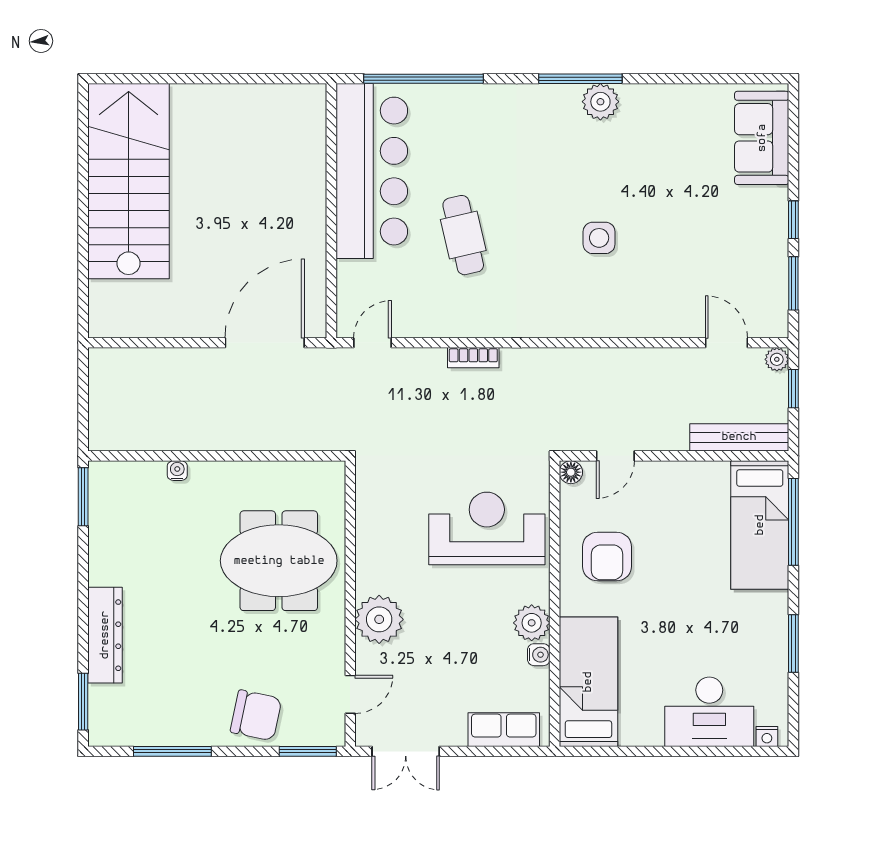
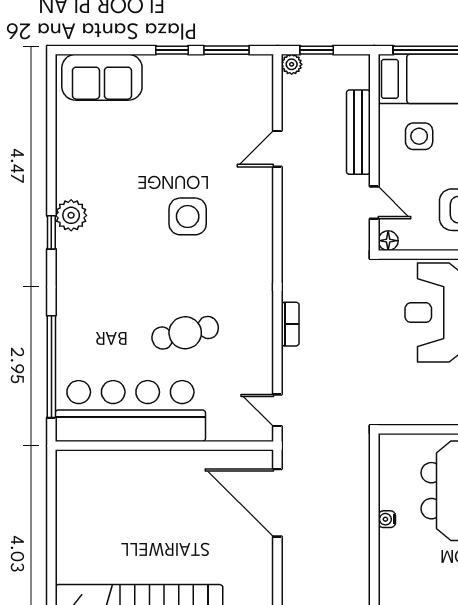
window: (580, 79) -> (51, 232), width x0.46
side table: (599, 238) -> (188, 216), width x1.37, depth x1.37
door: (726, 343) -> (277, 149), moved
bench: (739, 437) -> (358, 132), moved
water cooler: (177, 471) -> (387, 519), moved
side table: (693, 508) -> (419, 136), added

